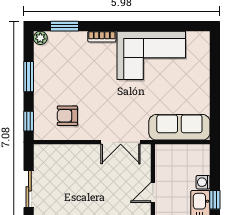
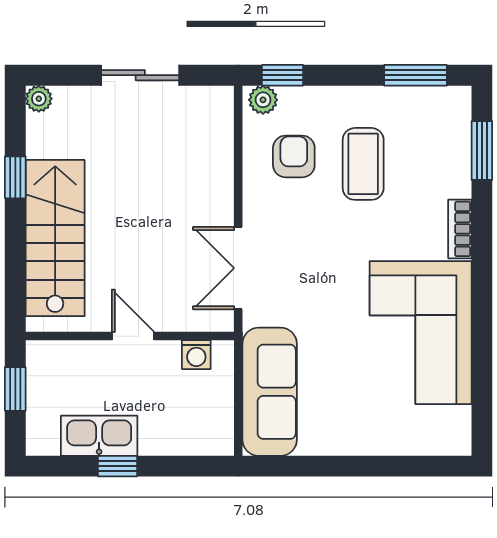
plant: (40, 38) -> (263, 100), moved
window: (29, 77) -> (416, 75), moved
coffee table: (71, 83) -> (363, 164), added
washing machine: (203, 182) -> (196, 355), moved, turned 180

